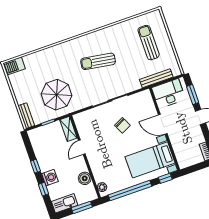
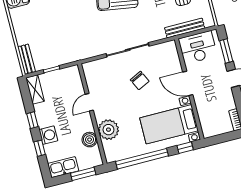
parasol: (57, 95) -> (65, 37), removed
shelving: (68, 129) -> (35, 90), moved
plant: (102, 187) -> (108, 130), moved, width x1.88, depth x1.88

